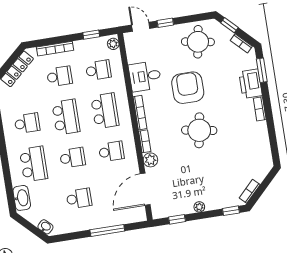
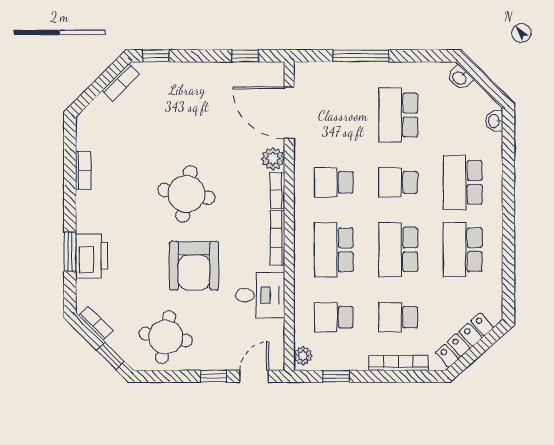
door: (141, 27) -> (254, 376), swing flipped
window: (262, 70) -> (70, 252), moved
bookcase: (260, 109) -> (83, 170), moved
school desk: (27, 123) -> (463, 250), width x1.85
door: (145, 189) -> (289, 113), swing flipped
washbasin: (22, 198) -> (494, 121), width x0.52, depth x0.69
school desk: (79, 198) -> (398, 115), width x1.85
plant: (199, 207) -> (206, 70), removed

